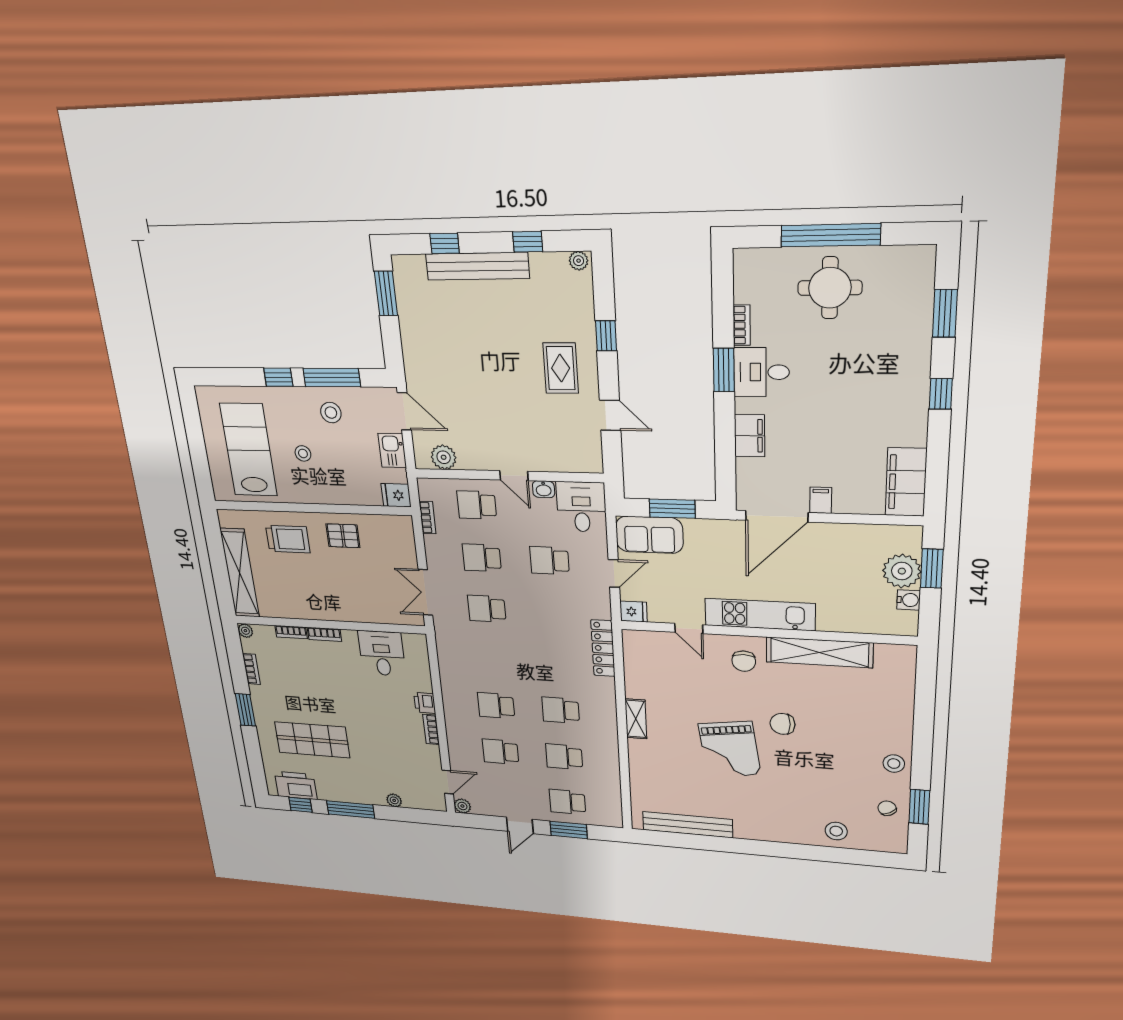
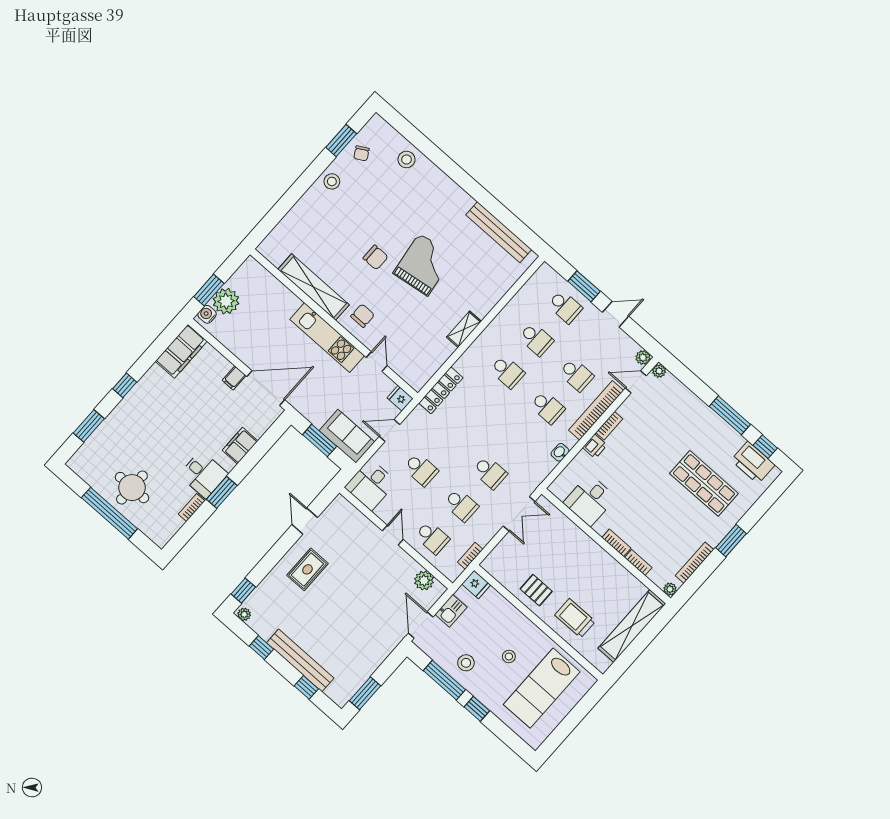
window: (606, 336) -> (243, 591), moved
washbasin: (544, 489) -> (560, 452), moved, turned -90
water cooler: (909, 600) -> (207, 314), moved
bookcase: (251, 669) -> (695, 563), width x1.56
bookcase: (455, 734) -> (596, 410), added
plant: (394, 800) -> (659, 371), moved

